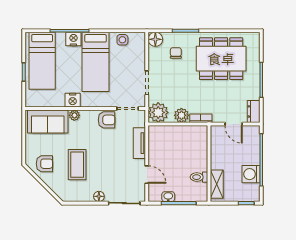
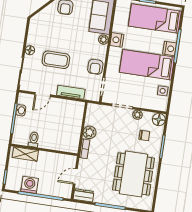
plant: (158, 112) -> (137, 115), moved, width x0.53, depth x0.53
coffee table: (77, 165) -> (56, 60), moved

